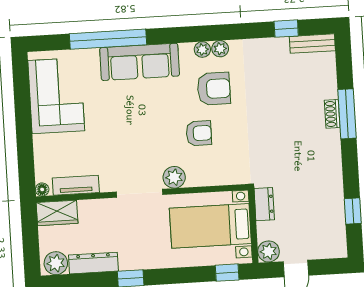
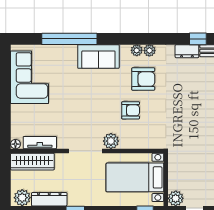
sofa: (140, 62) -> (98, 57), width x0.73
dresser: (264, 204) -> (187, 51), moved, turned 90
wardrobe: (57, 213) -> (32, 162), width x1.50

